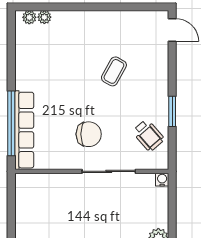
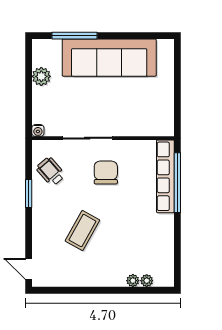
plant: (29, 17) -> (133, 281), moved
coffee table: (114, 71) -> (82, 231), width x1.36, depth x1.30
chair: (89, 134) -> (106, 173), turned 90

